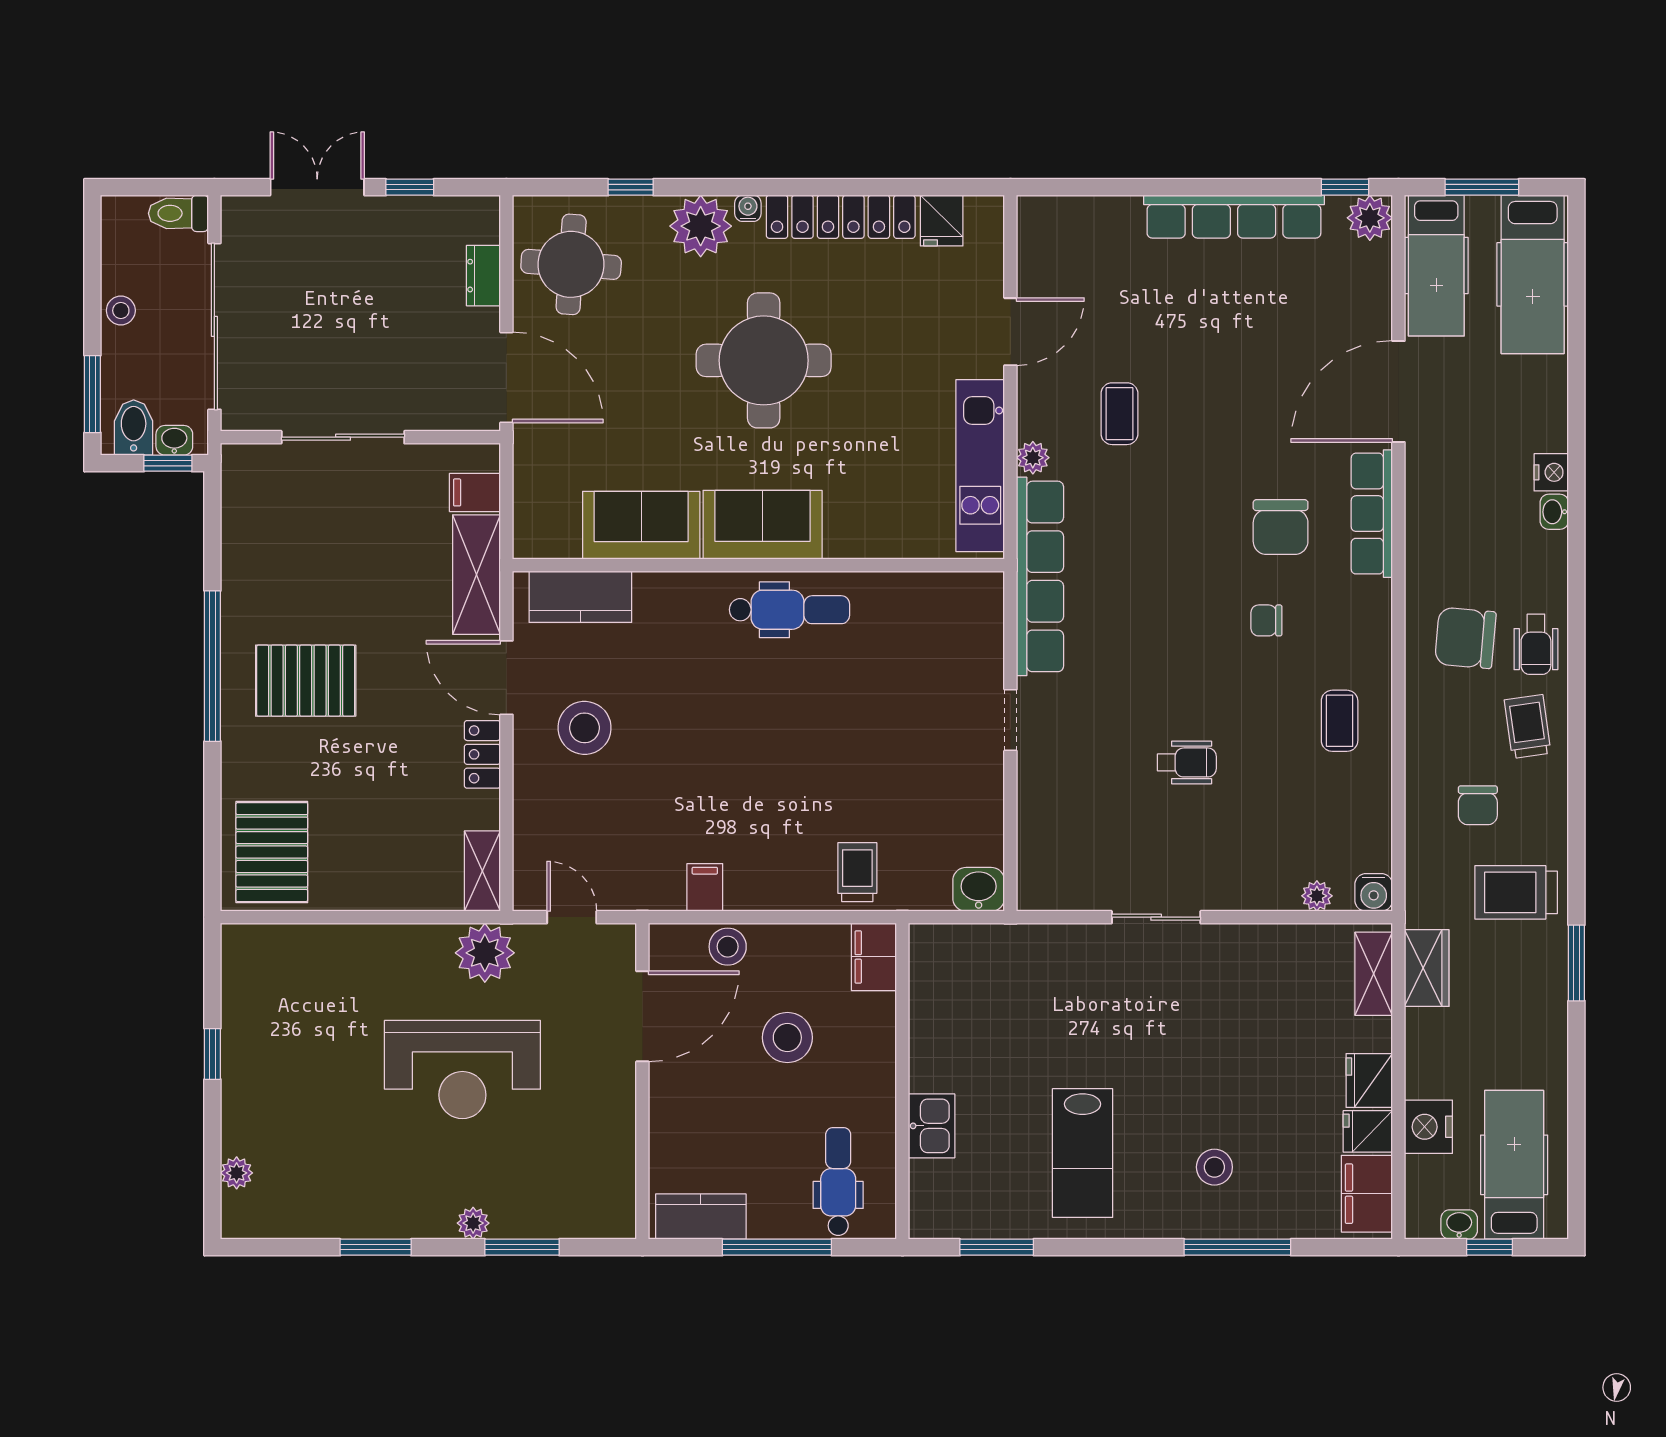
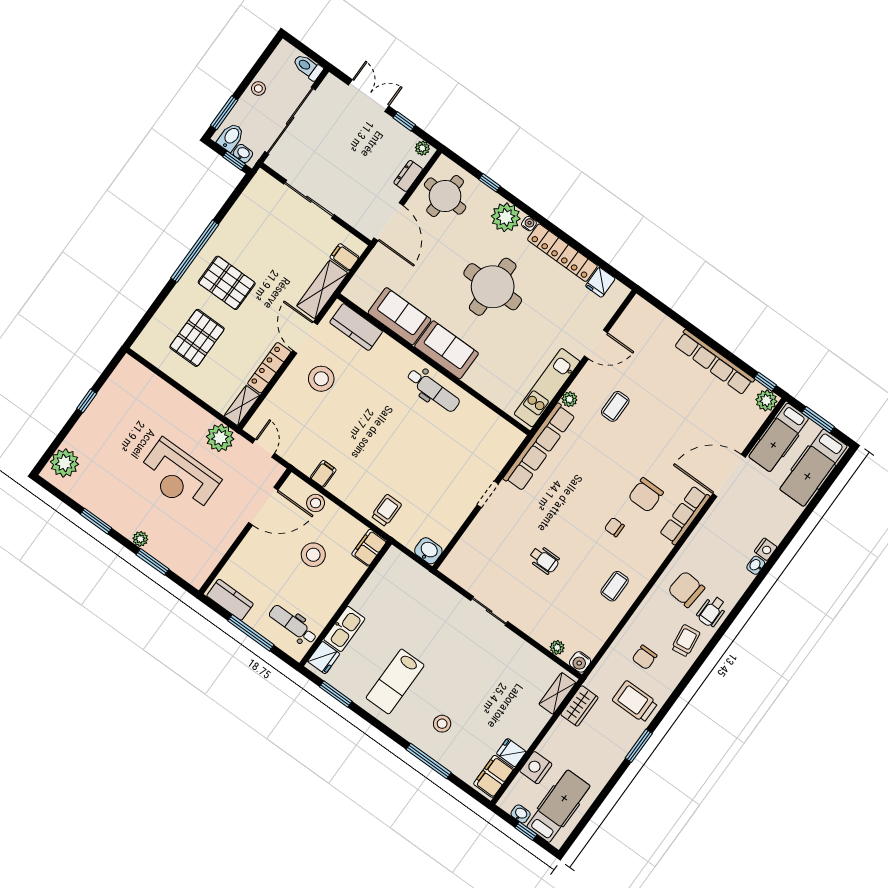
plant: (473, 211) -> (422, 148), added
locker: (482, 754) -> (269, 368), width x1.53
pallet: (272, 852) -> (197, 338), moved
fridge: (1369, 1081) -> (324, 658), moved, turned 180
kitchen sink: (932, 1126) -> (344, 629), width x1.38
plant: (237, 1173) -> (64, 463), width x1.87, depth x1.87
dental chair: (838, 1181) -> (293, 624), turned -90

